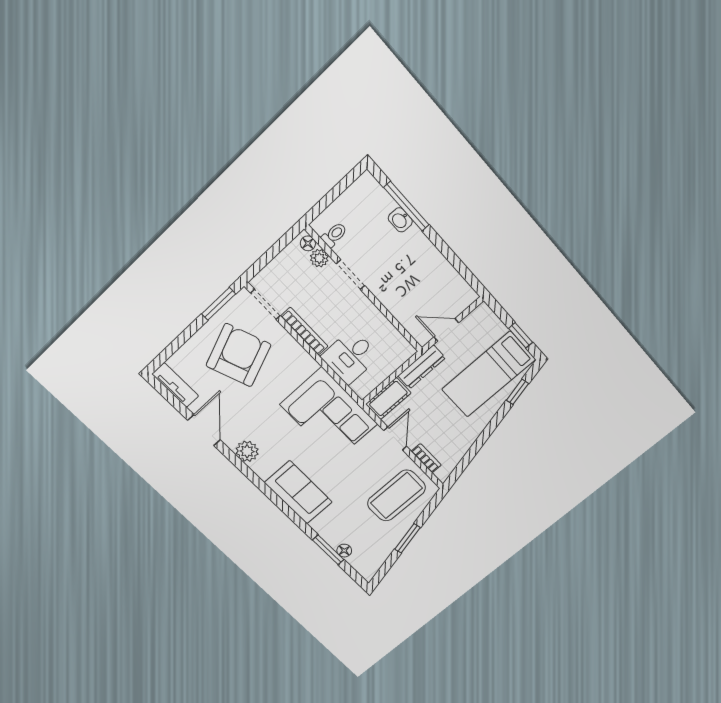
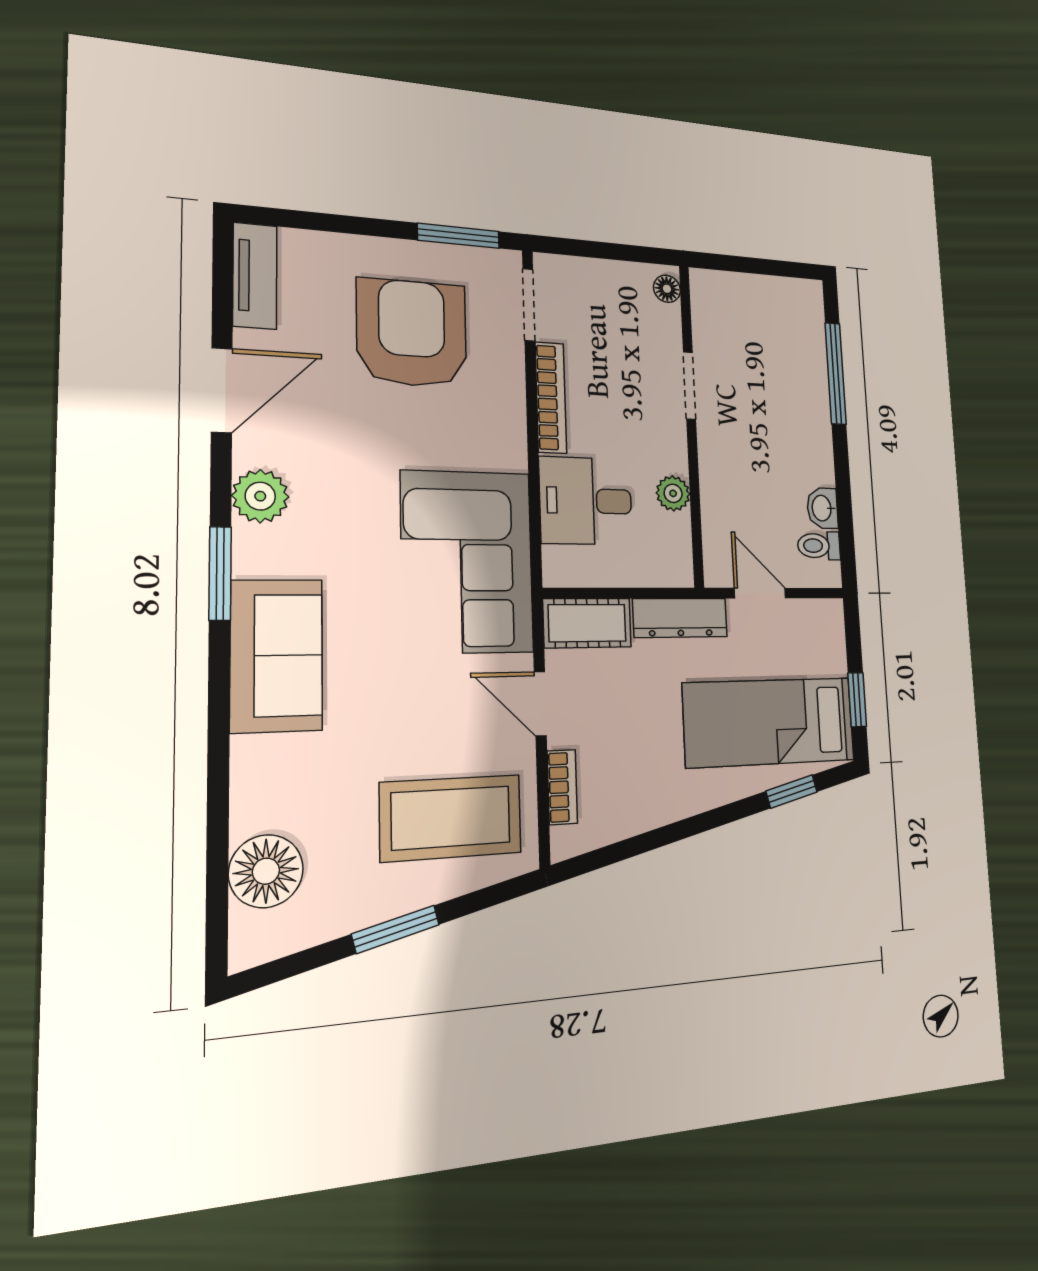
washbasin: (400, 220) -> (822, 508), moved
toilet: (334, 235) -> (819, 546), moved, turned 180
plant: (319, 258) -> (673, 493), moved
armchair: (238, 355) -> (412, 333), turned -69
door: (395, 438) -> (540, 704), swing flipped
window: (328, 550) -> (220, 574), moved
floor lamp: (344, 551) -> (266, 871), width x1.89, depth x1.89

